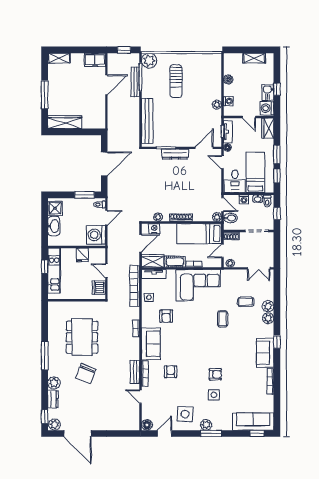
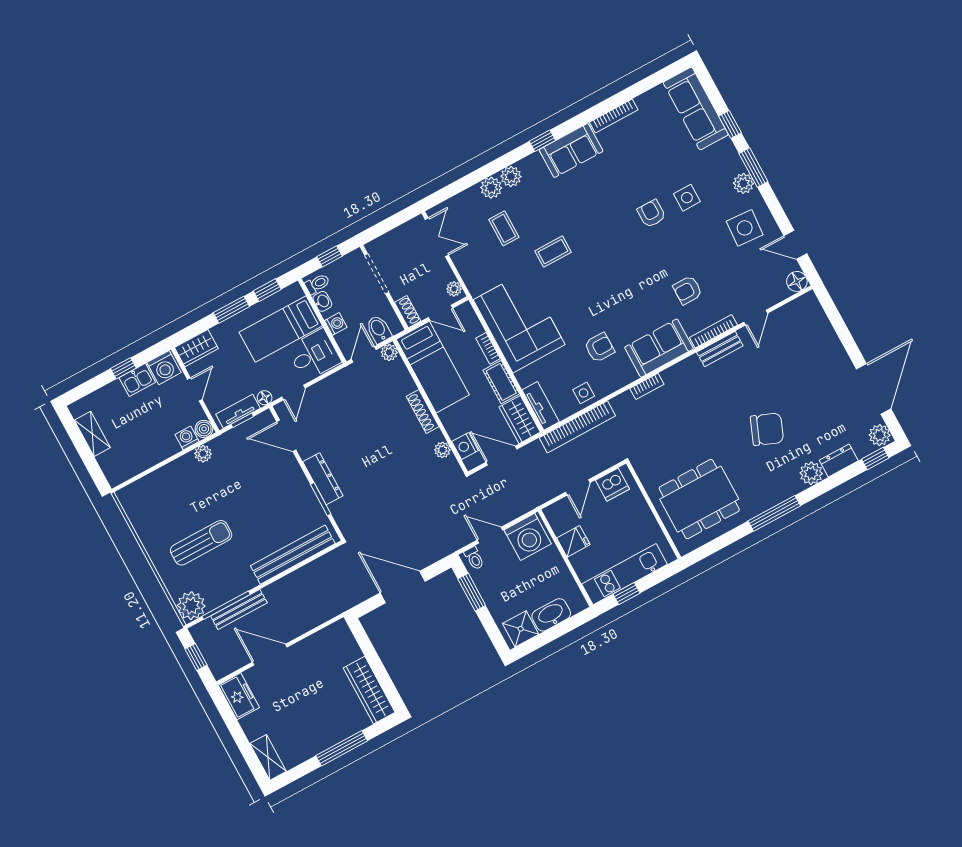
boiler: (228, 79) -> (204, 429), moved
dining table: (82, 337) -> (699, 499), moved
window: (257, 433) -> (730, 124), moved

